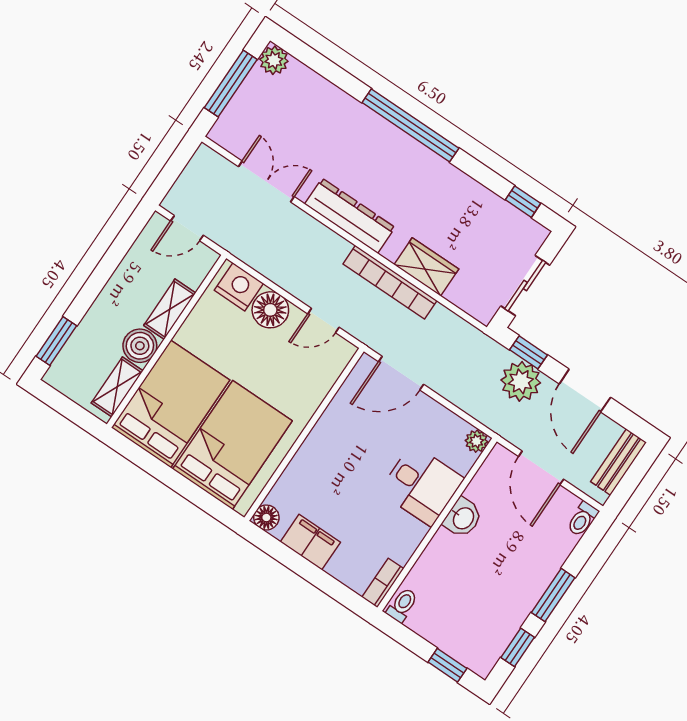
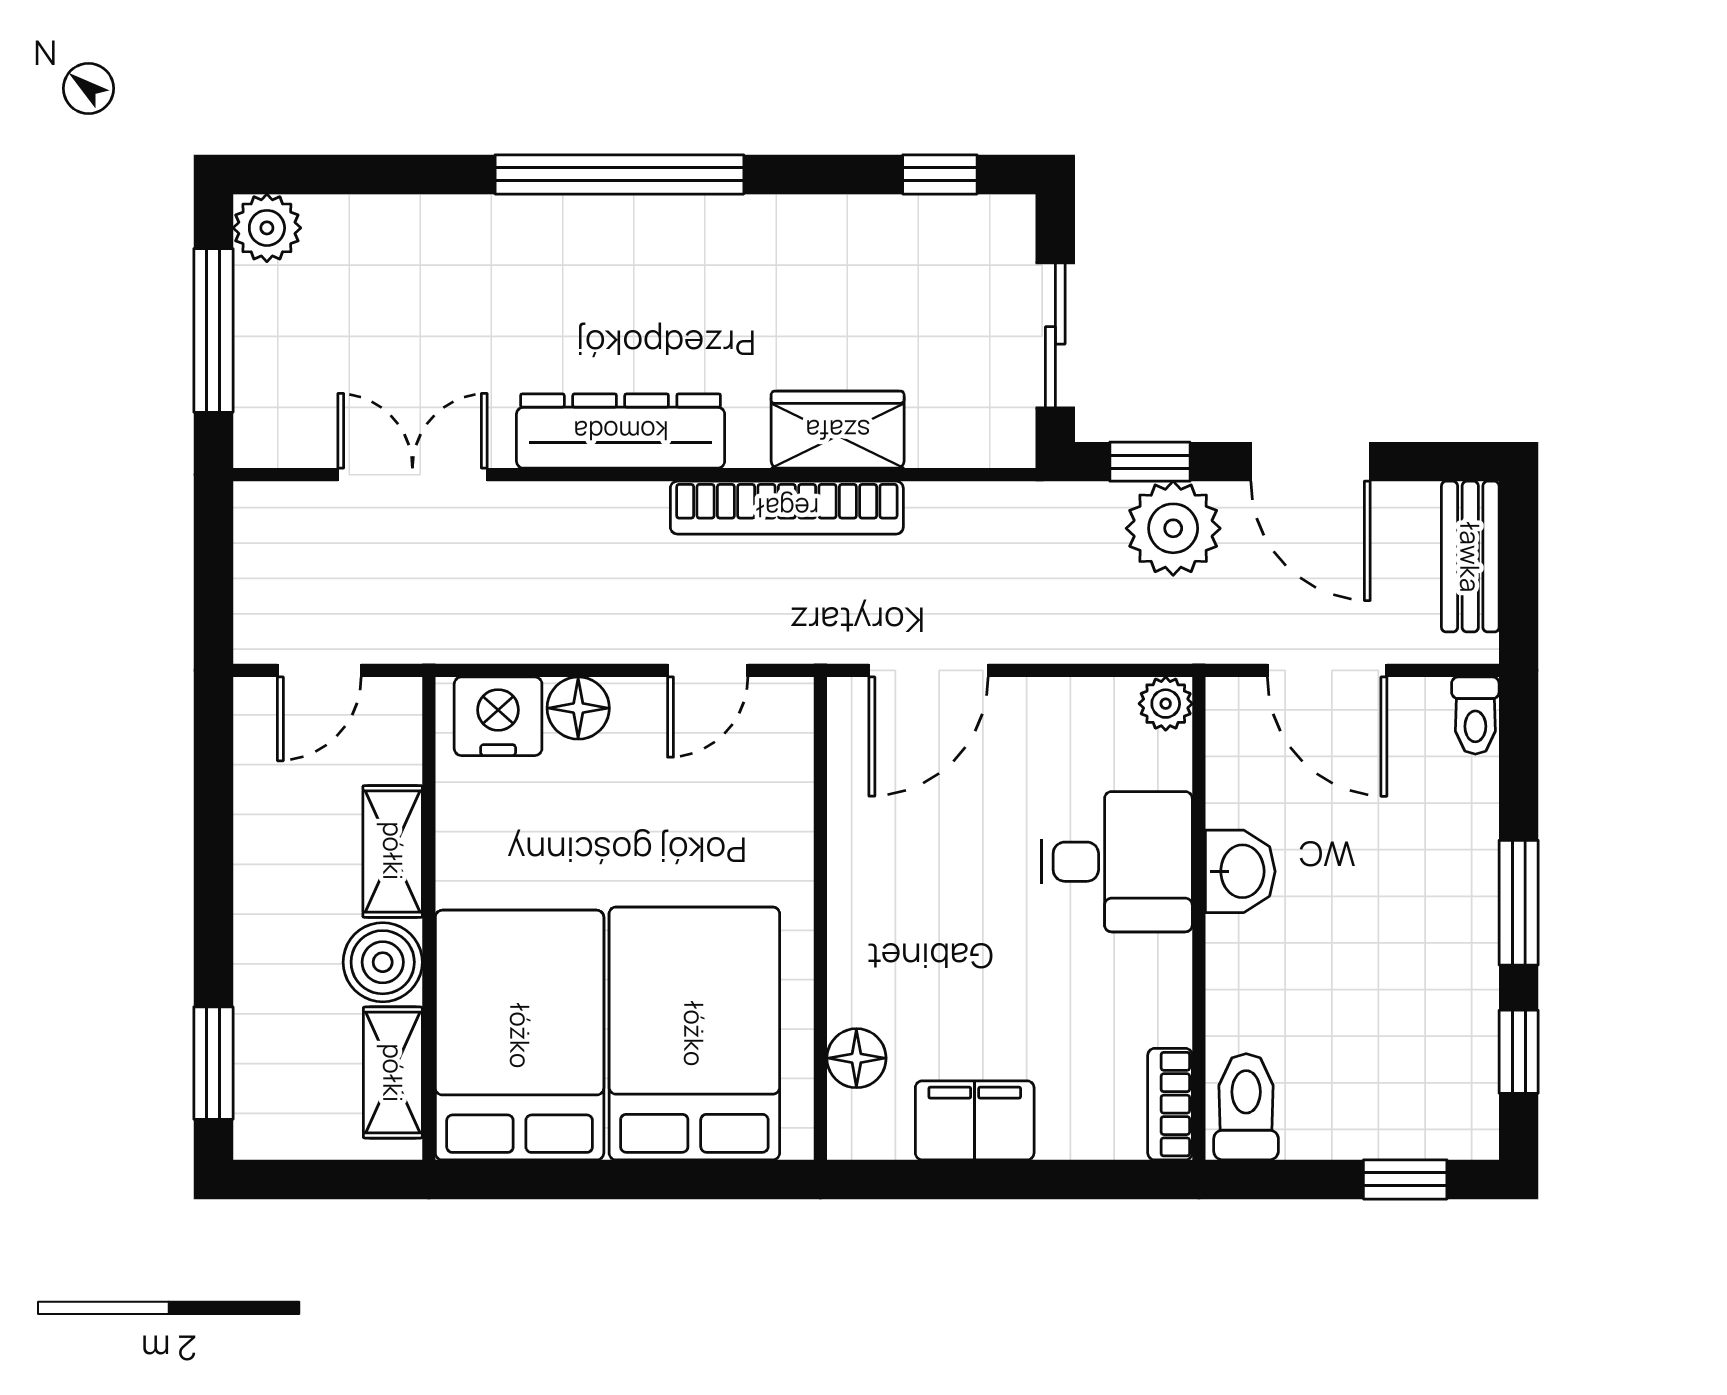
floor lamp: (270, 310) -> (578, 708), width x0.73, depth x0.73
floor lamp: (266, 518) -> (856, 1058), moved
toilet: (402, 605) -> (1246, 1107), width x1.37, depth x1.39

